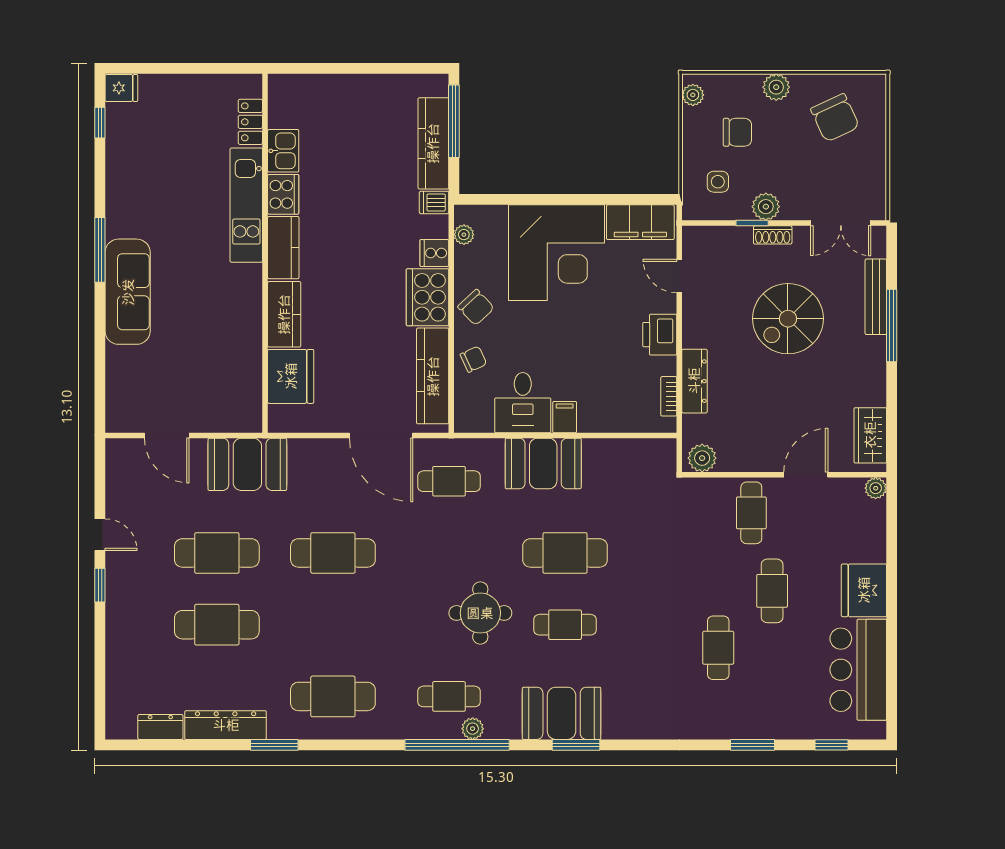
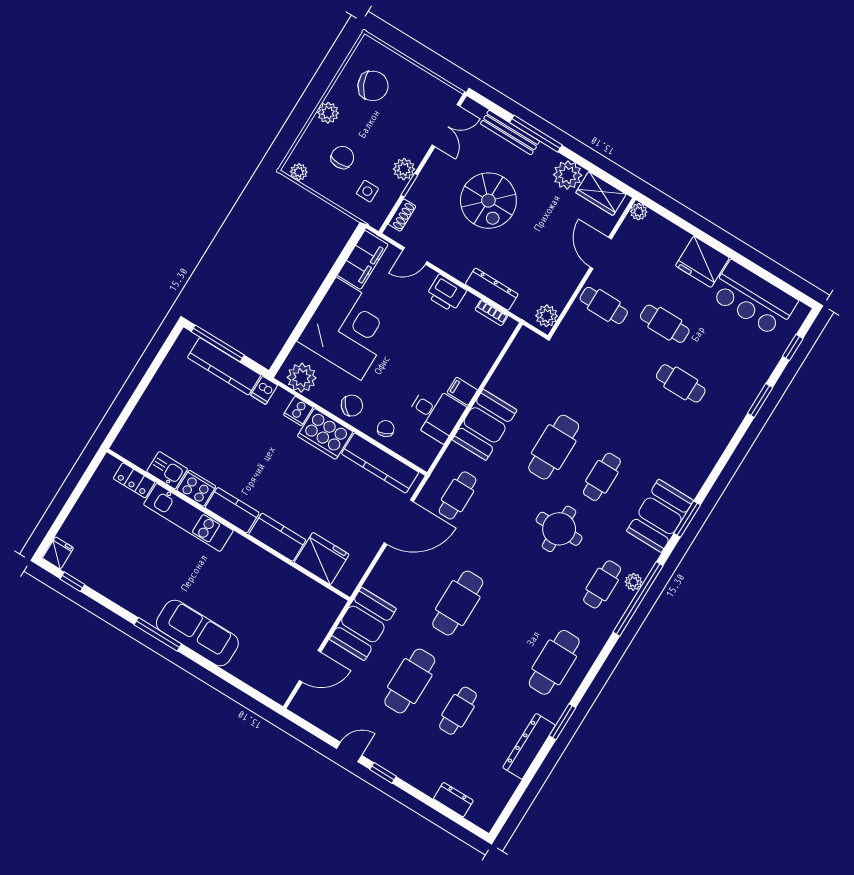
plant: (464, 235) -> (302, 378), width x1.88, depth x1.88
shoe rack: (773, 235) -> (402, 215), moved
plant: (868, 387) -> (568, 175), added
cafe table: (217, 625) -> (458, 711), width x0.73, depth x0.74
dresser: (160, 727) -> (453, 800), moved, turned 90

